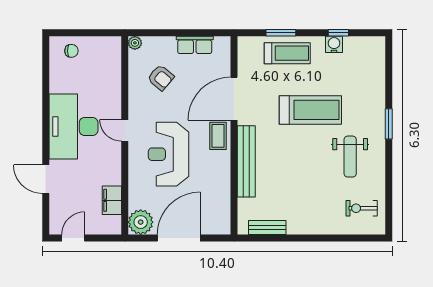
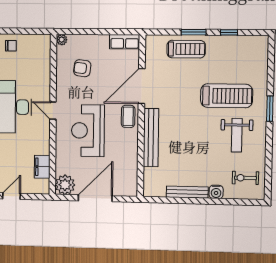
window: (281, 33) -> (194, 32), moved
water cooler: (334, 44) -> (216, 192), moved, turned 180
row of seats: (195, 45) -> (125, 42), moved
armchair: (161, 78) -> (82, 68), turned 147
treadmill: (310, 110) -> (227, 96), moved
bench: (267, 227) -> (187, 192), moved, width x1.36

